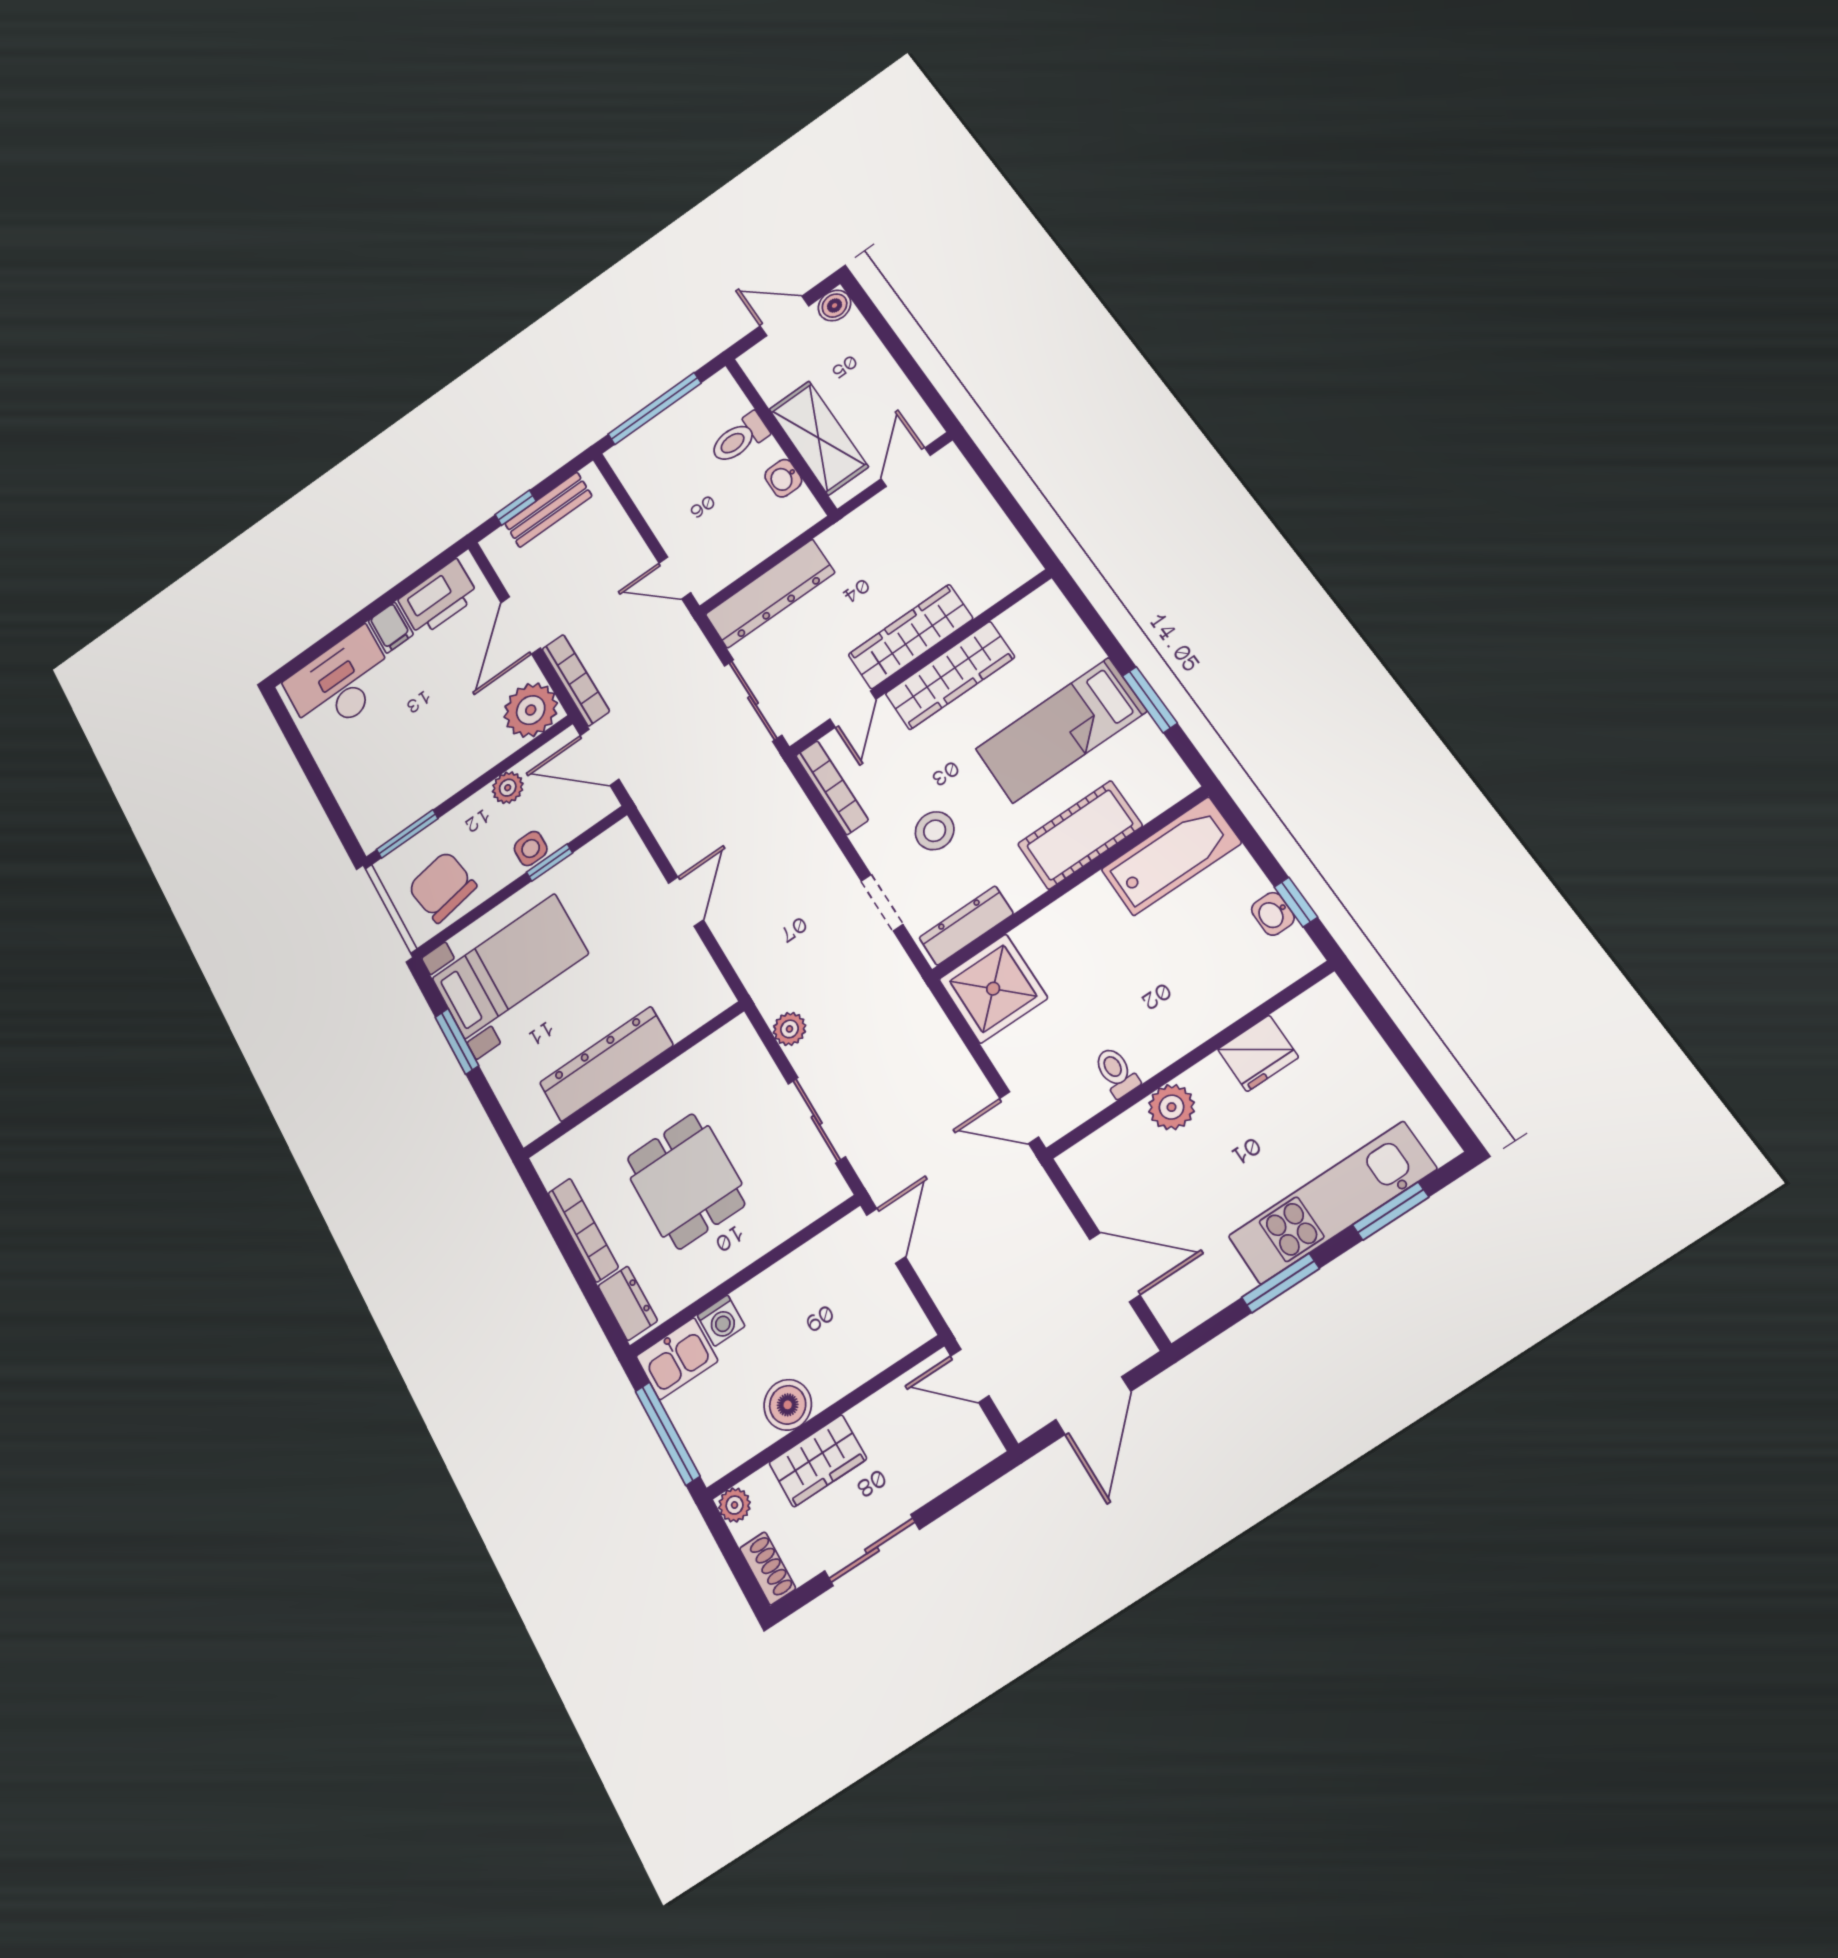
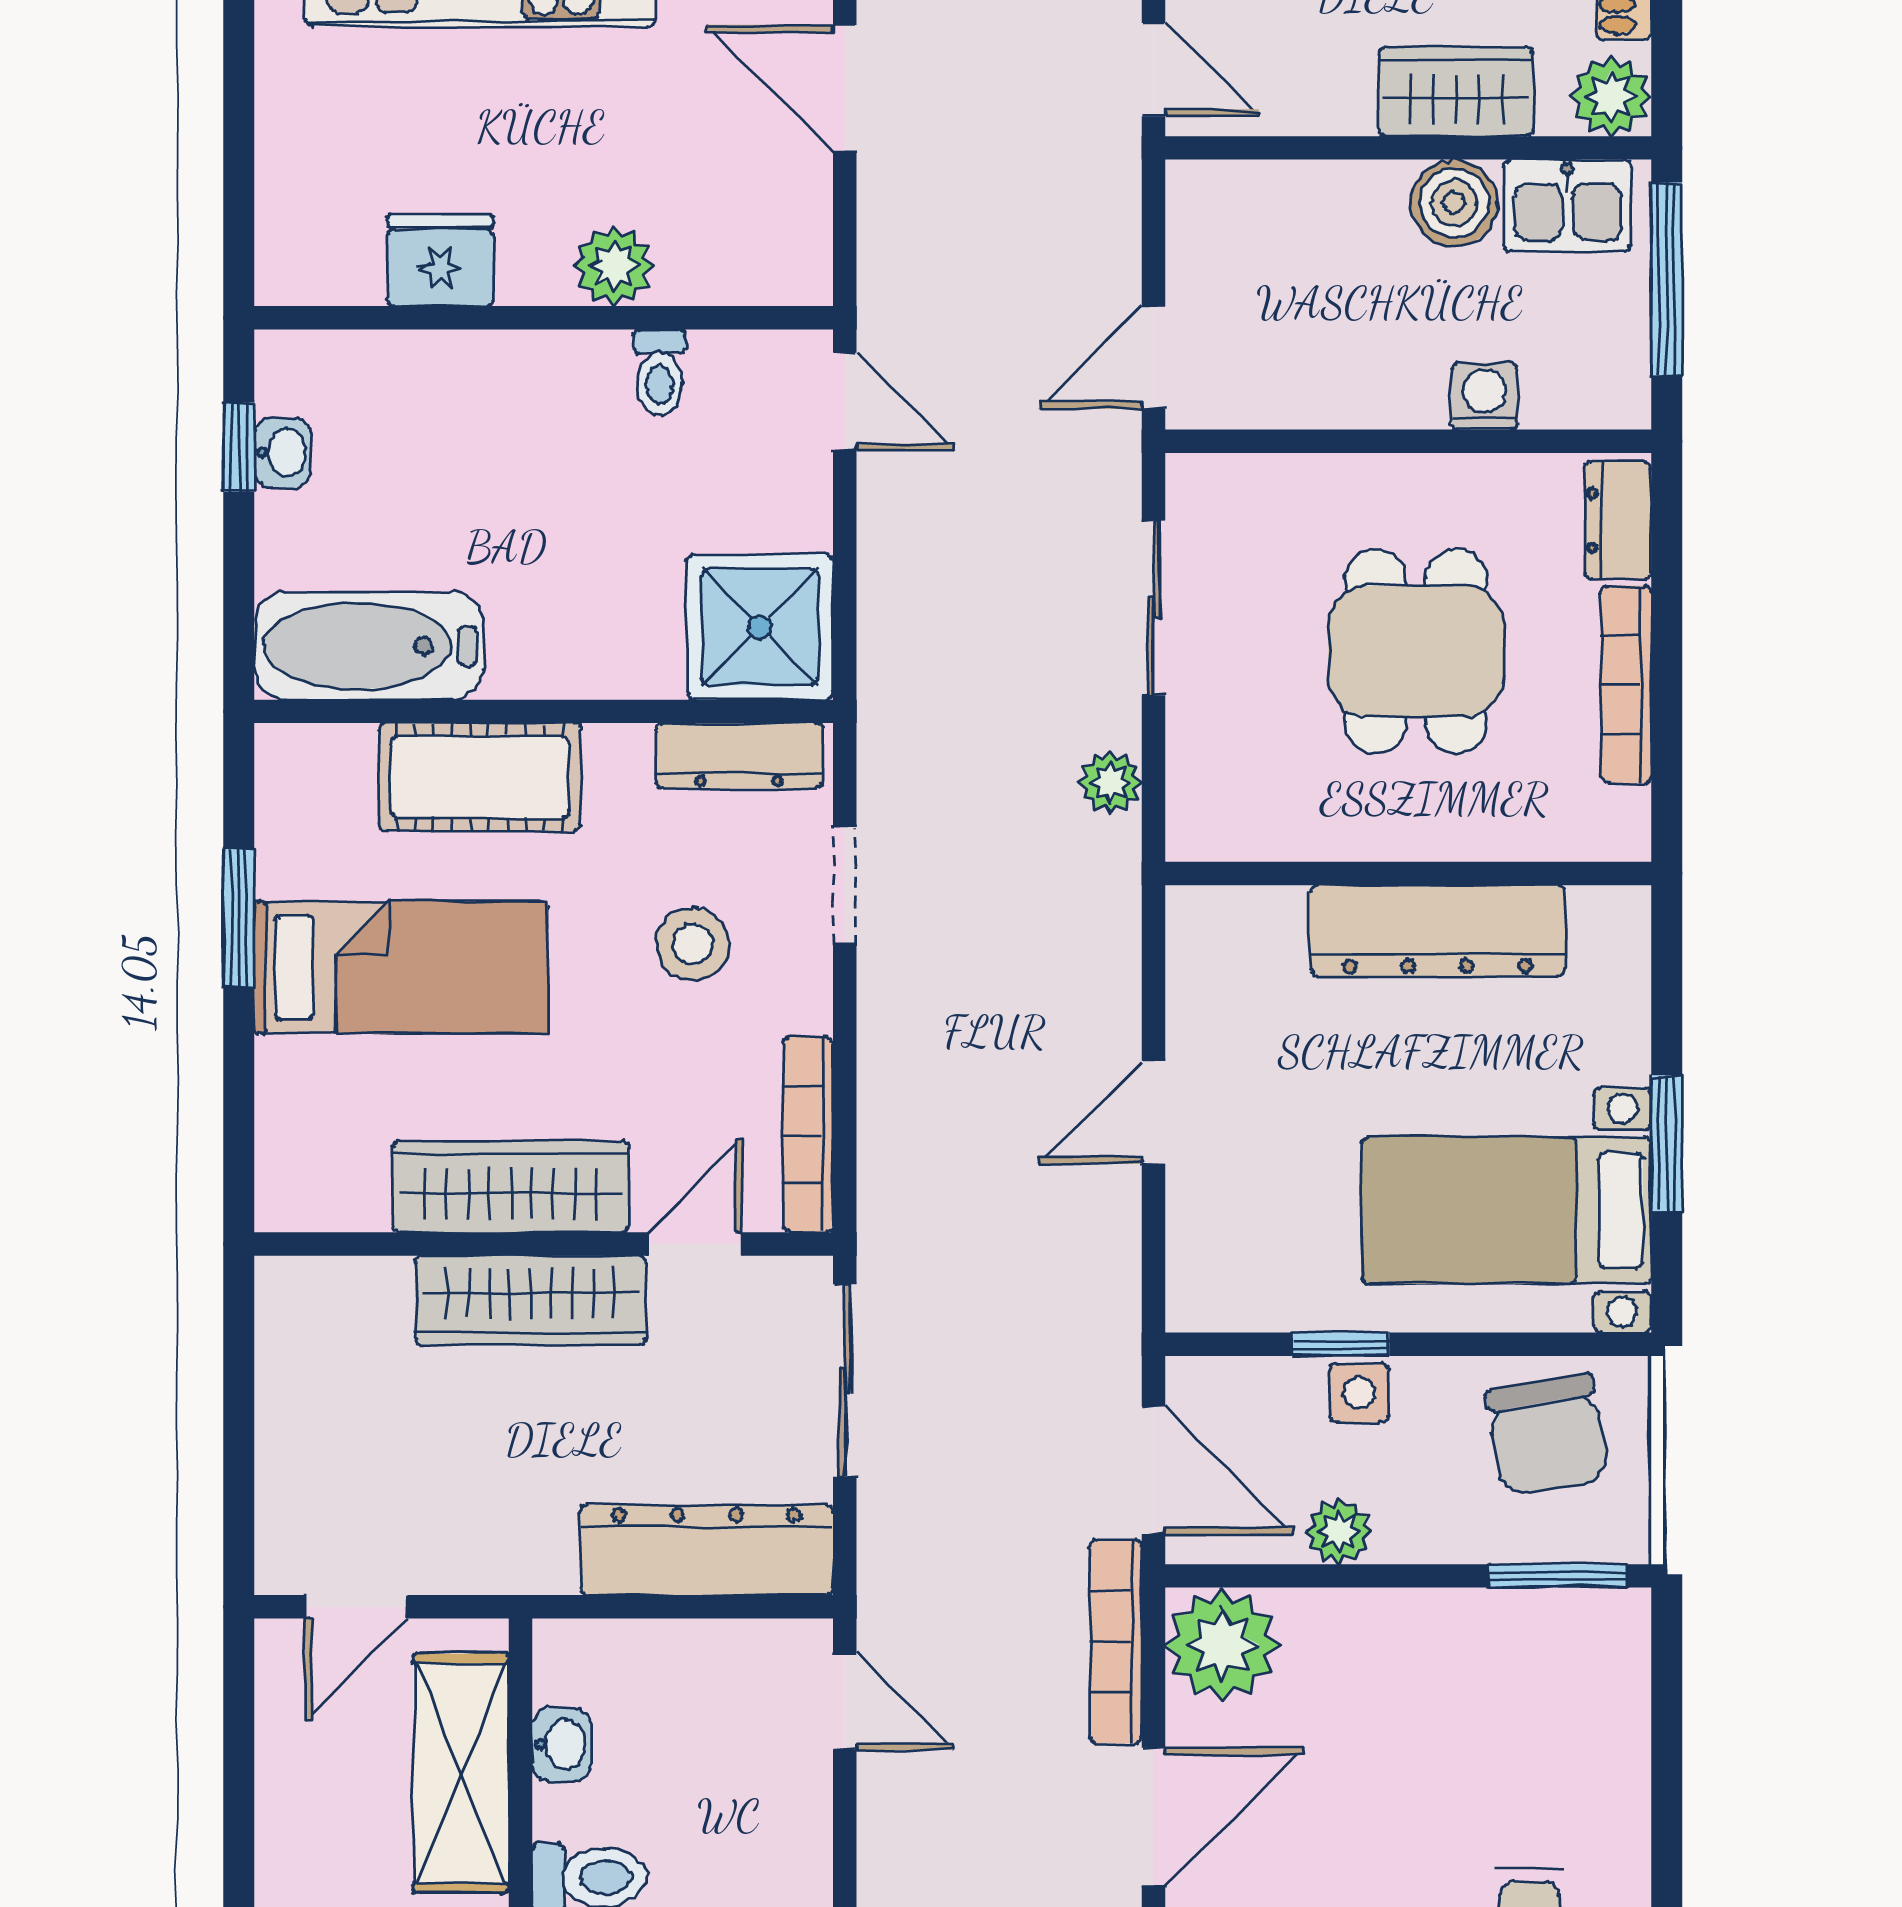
kitchen sink: (677, 1359) -> (1567, 206), moved, turned 180
plant: (735, 1505) -> (1611, 96), width x1.38, depth x1.38

